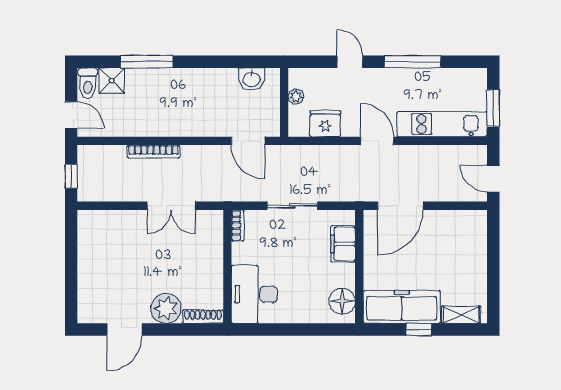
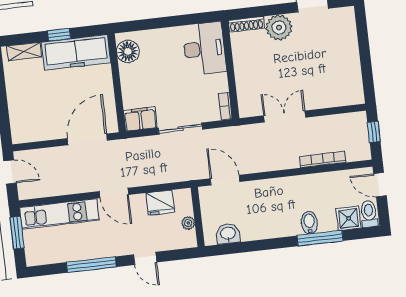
bidet: (157, 81) -> (309, 223), added
bookcase: (154, 152) -> (323, 159), moved
filing cabinet: (343, 244) -> (140, 119), moved, turned -90

